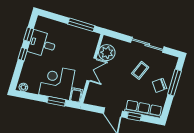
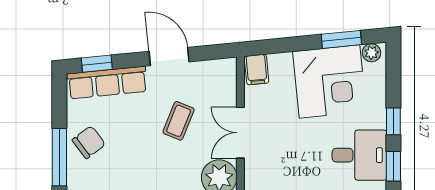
coffee table: (140, 70) -> (179, 121), moved
corner desk: (57, 82) -> (329, 82), moved
window: (56, 101) -> (341, 39), moved
window: (134, 116) -> (97, 64), moved

